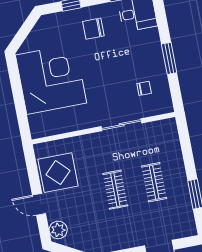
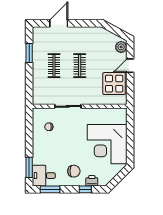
printer: (63, 19) -> (92, 181), added
window: (169, 58) -> (29, 167), moved
door: (39, 204) -> (130, 66), swing flipped

